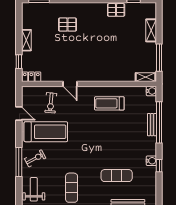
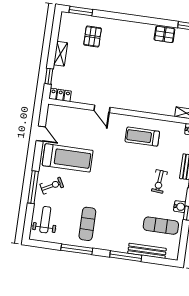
pallet: (67, 25) -> (93, 37), moved, turned 90
exercise bike: (51, 103) -> (159, 181), moved
exercise mat: (117, 176) -> (161, 226), moved

